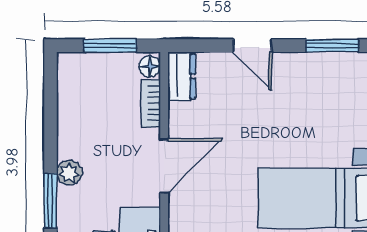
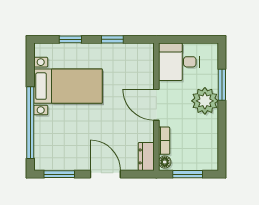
door: (253, 46) -> (105, 174), width x1.38
door: (164, 166) -> (156, 105), hinge flipped
plant: (69, 173) -> (205, 101), width x1.87, depth x1.87

